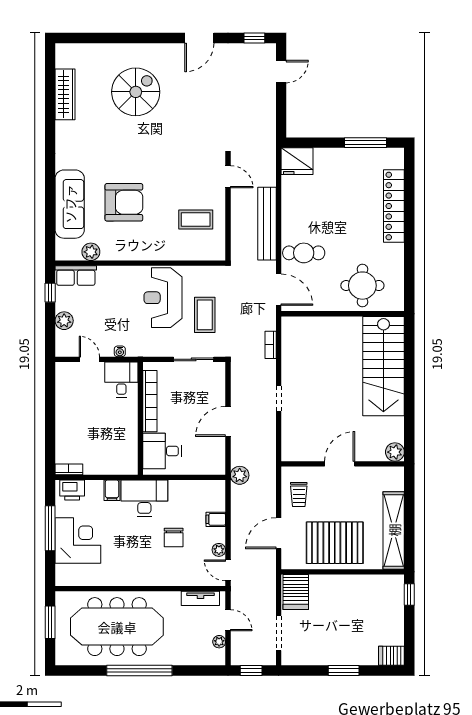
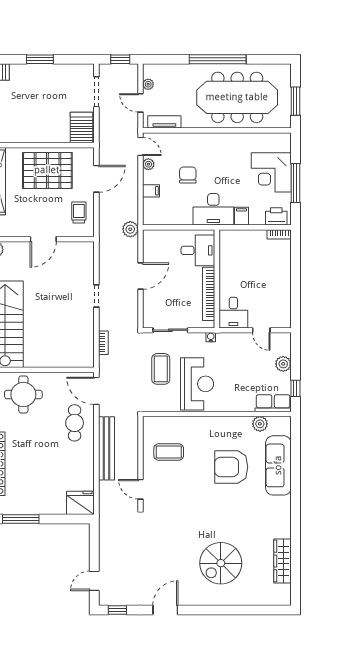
cafe table: (304, 253) -> (75, 423), turned 90
water cooler: (120, 351) -> (211, 337), moved

